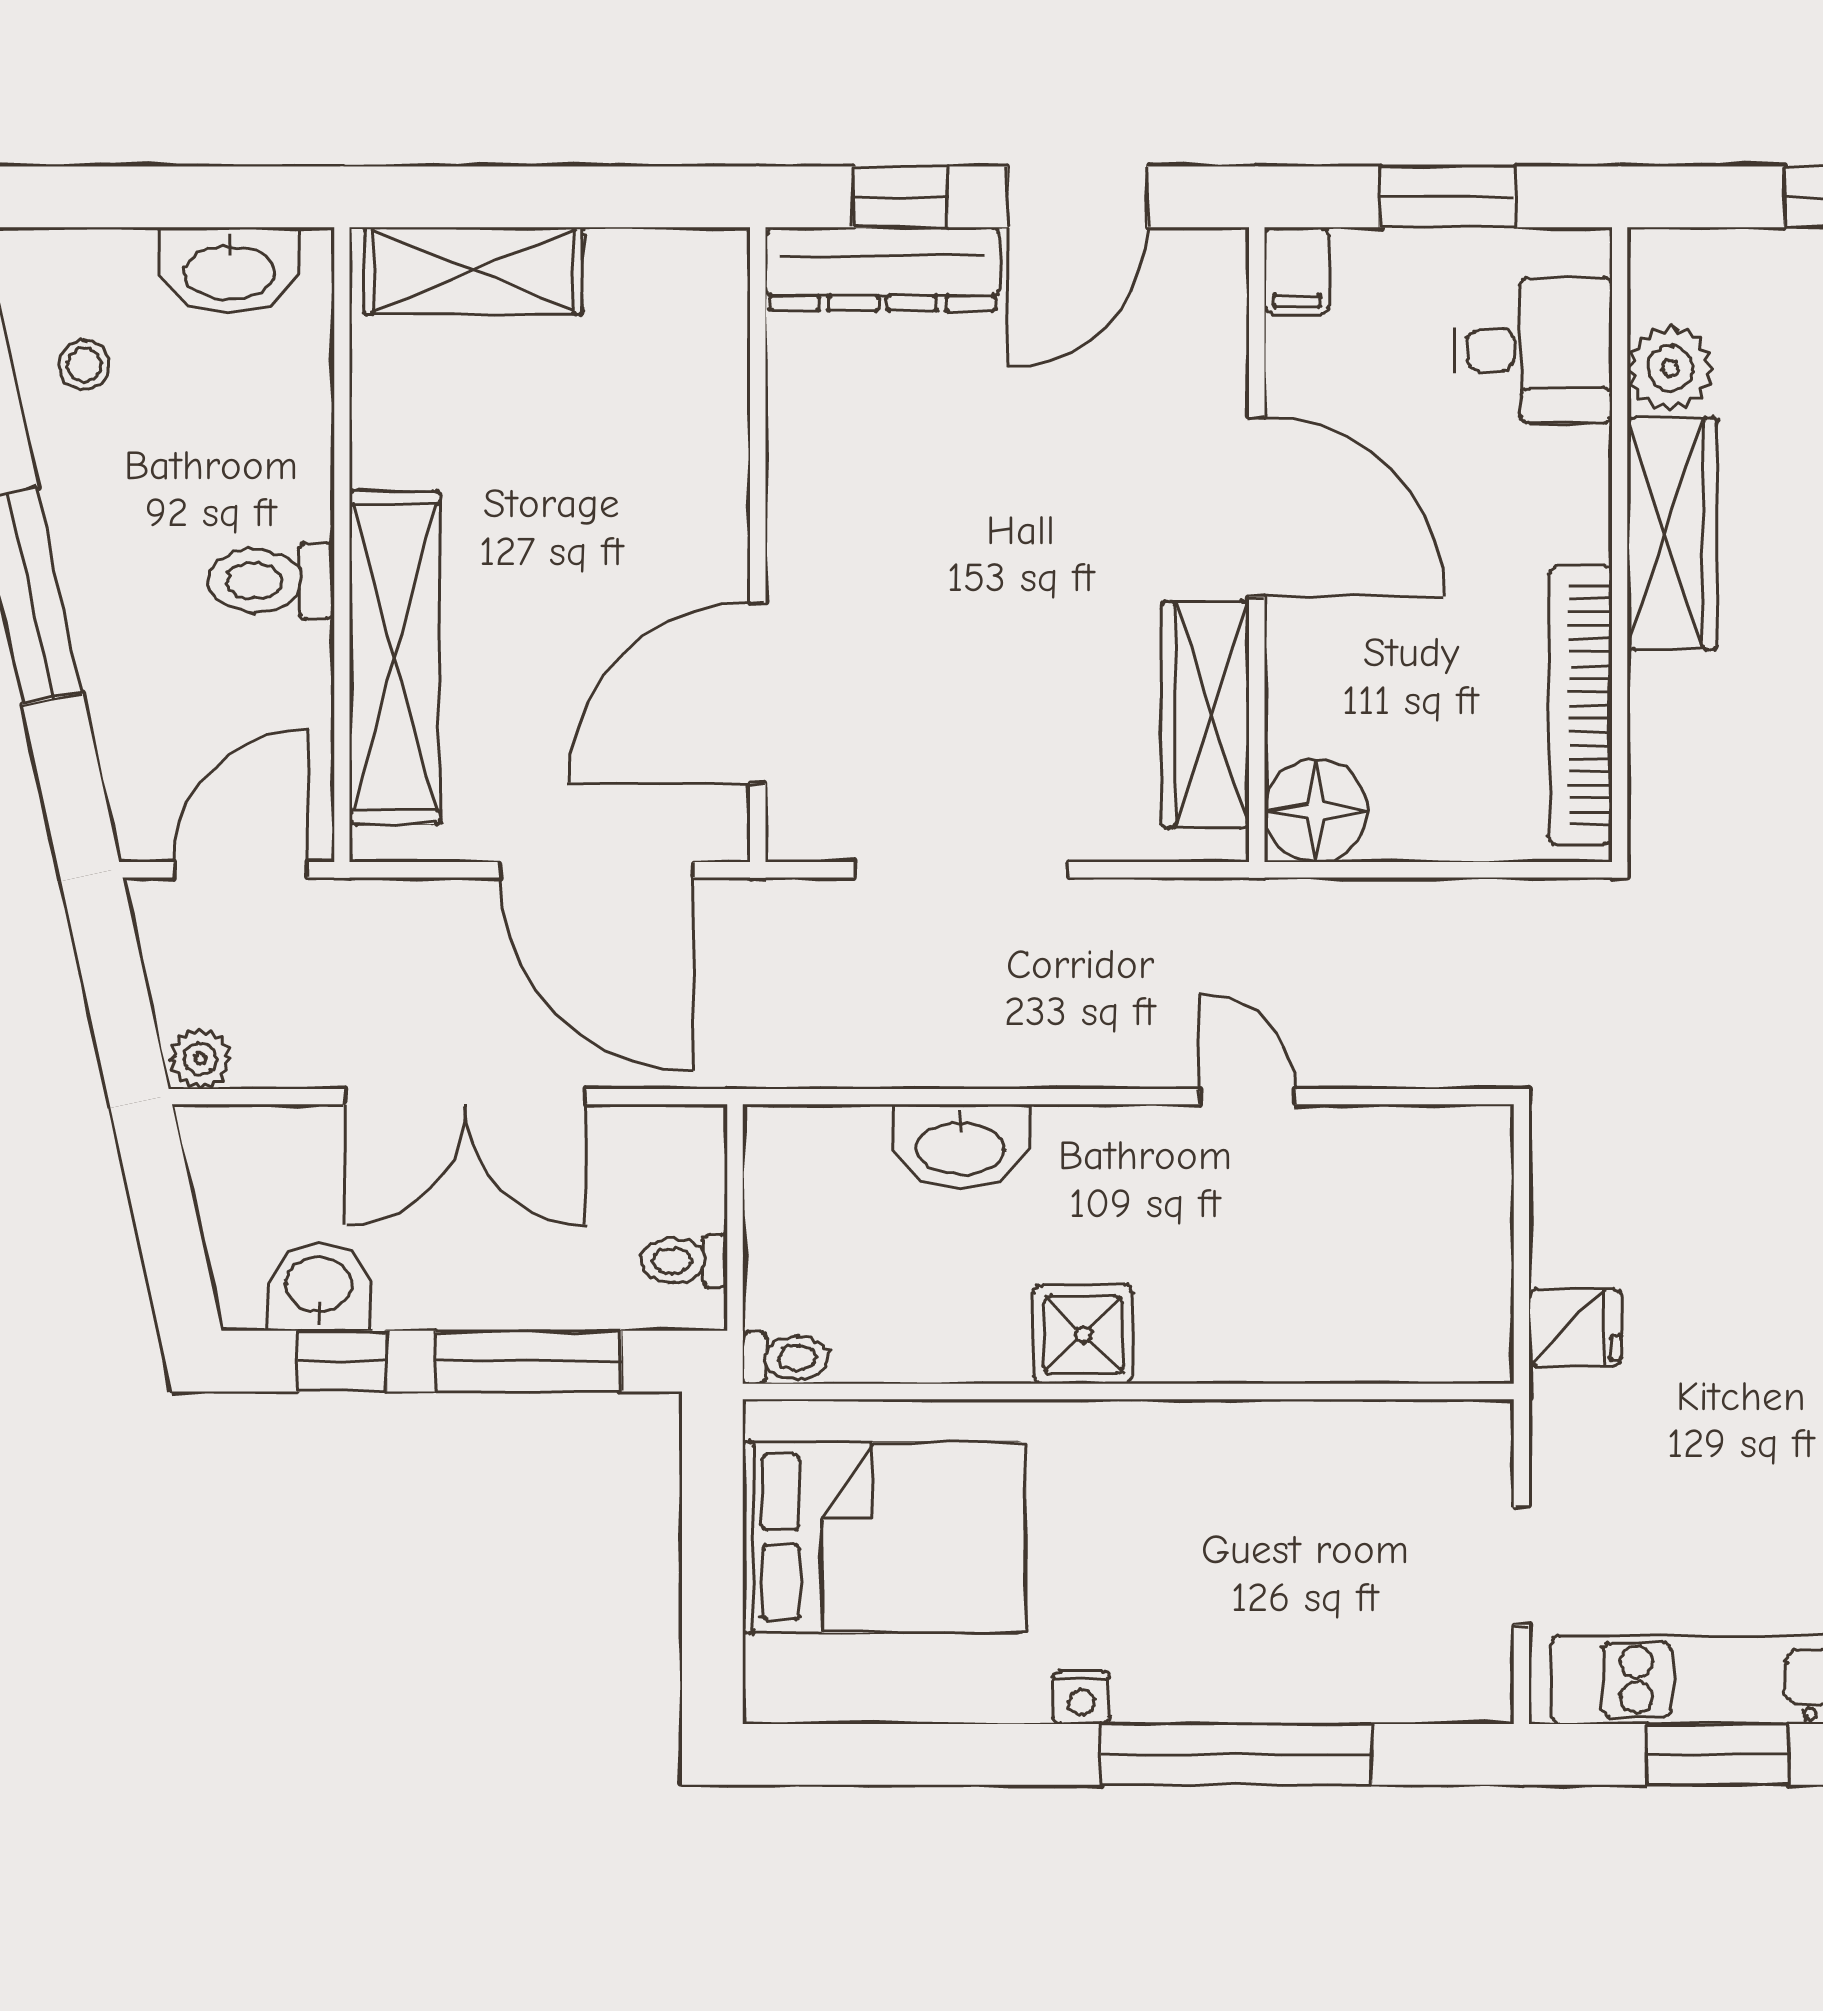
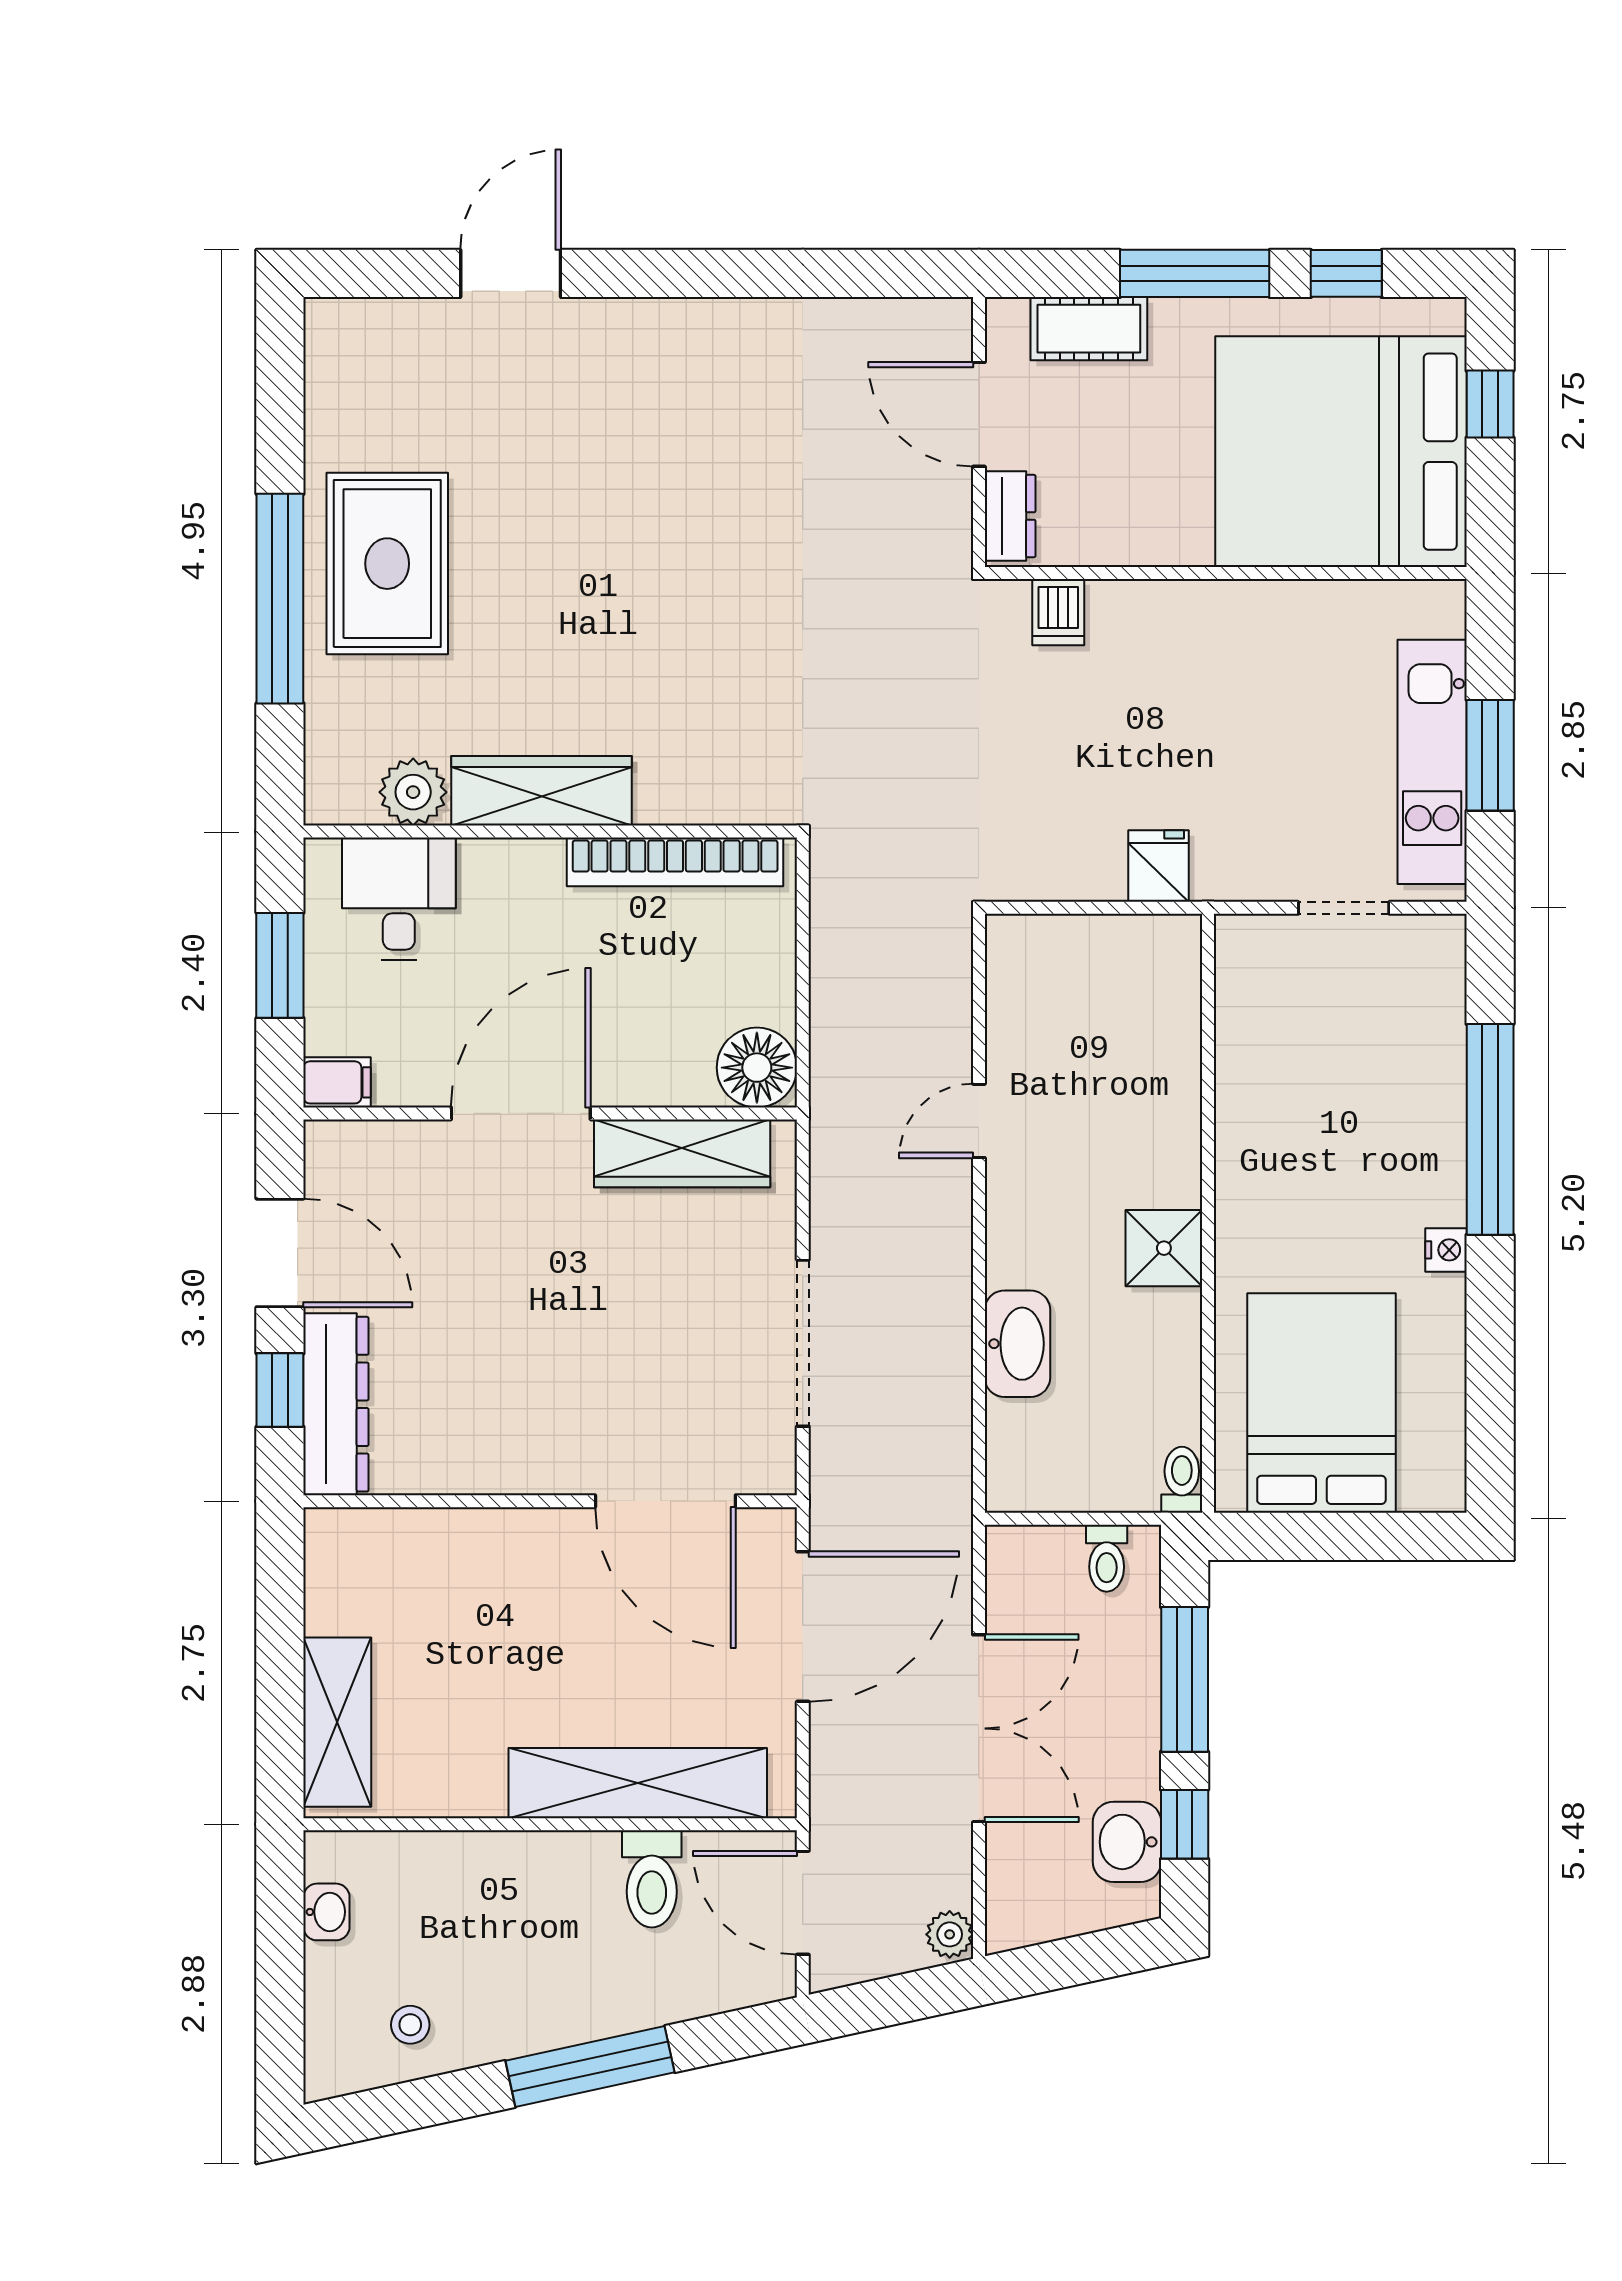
washbasin: (229, 270) -> (326, 1912), width x0.52, depth x0.69
toilet: (272, 581) -> (652, 1879), moved

